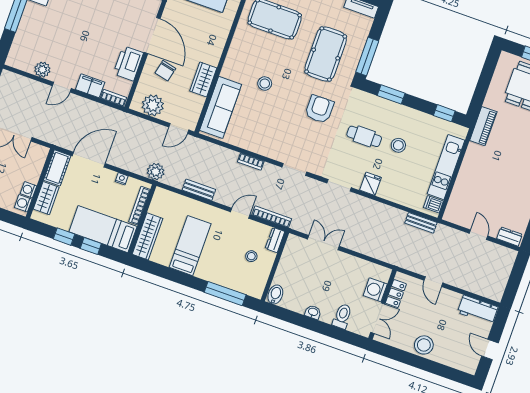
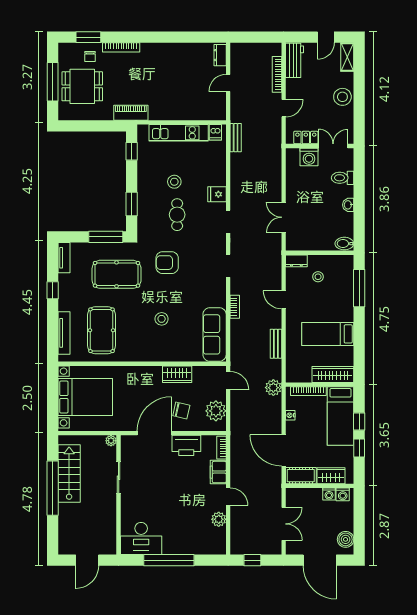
sofa: (221, 107) -> (215, 334), moved, turned -90
bookcase: (272, 217) -> (277, 74), moved
shelving: (462, 364) -> (347, 57), added

